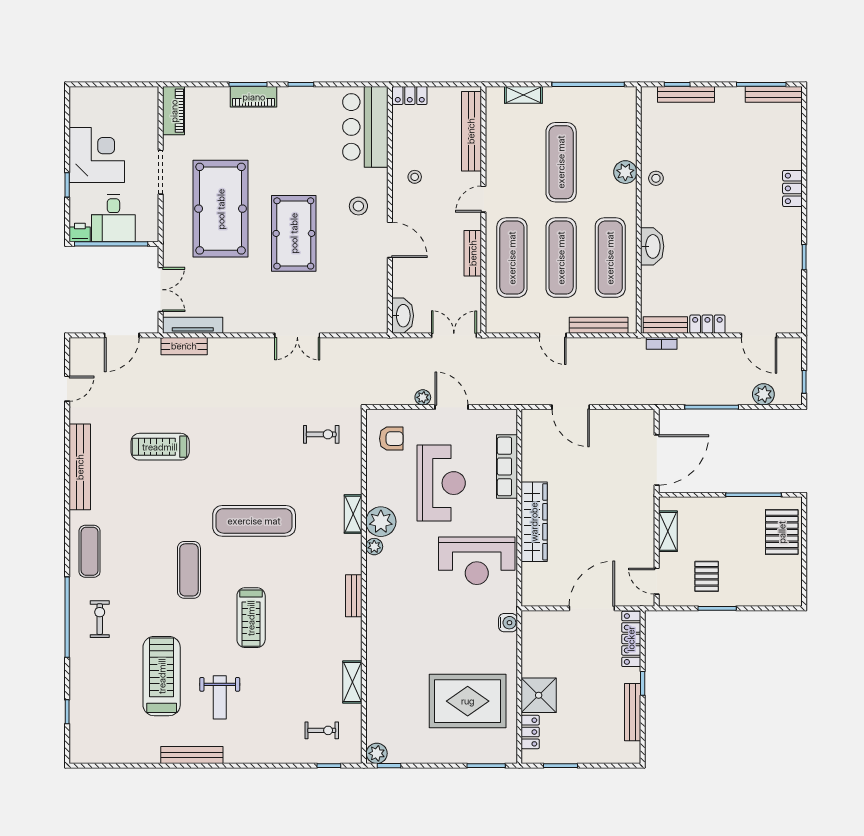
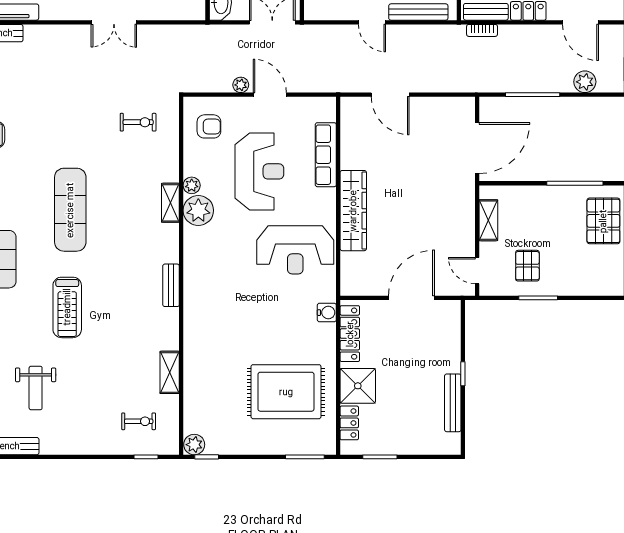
exercise mat: (254, 521) -> (70, 210), turned 90
plant: (374, 547) -> (192, 185), moved
locker: (631, 639) -> (350, 334), moved, turned 180

